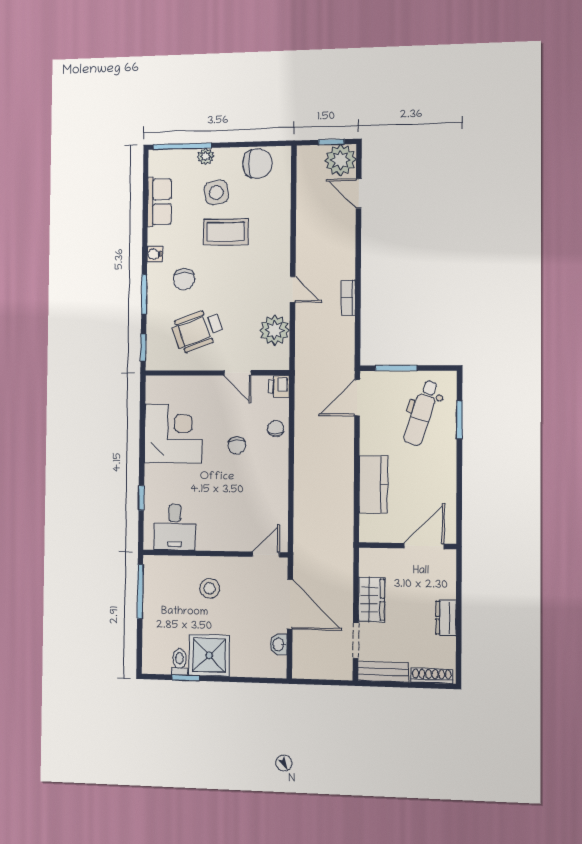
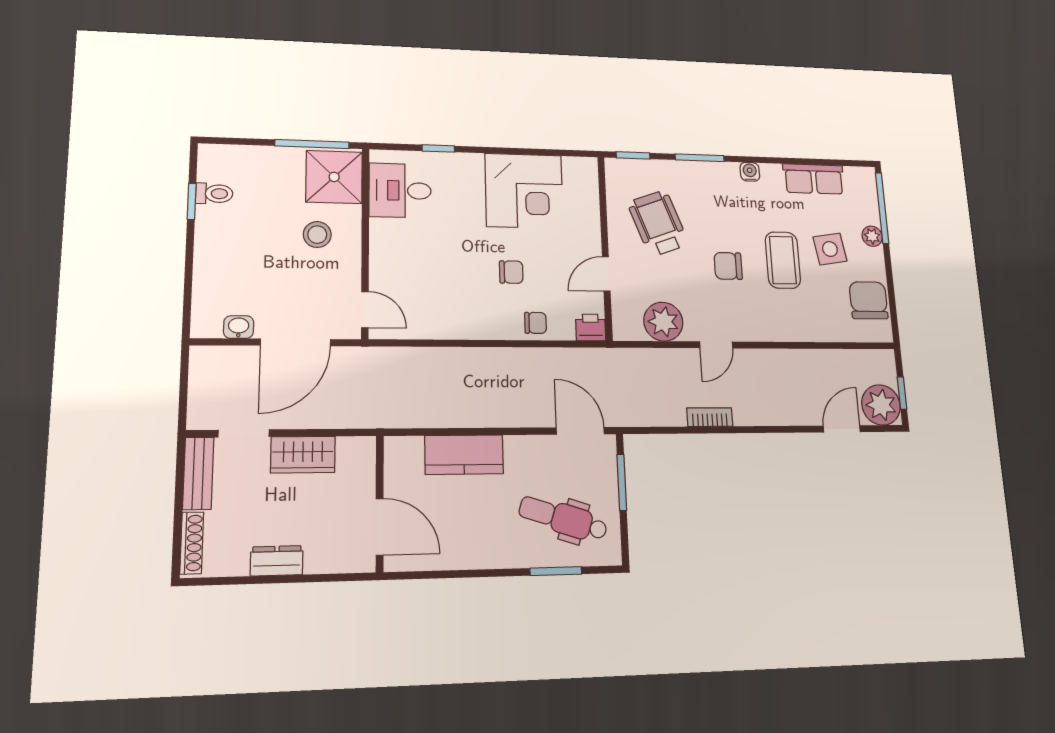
chair: (258, 164) -> (869, 300), turned 180
chair: (184, 279) -> (728, 266), moved
chair: (237, 445) -> (511, 272), turned 180
shower: (209, 655) -> (334, 177), moved

